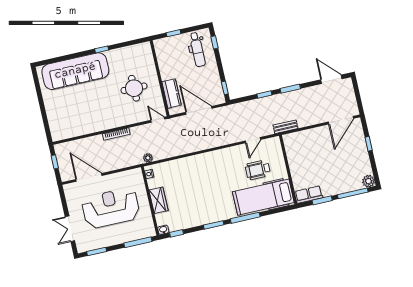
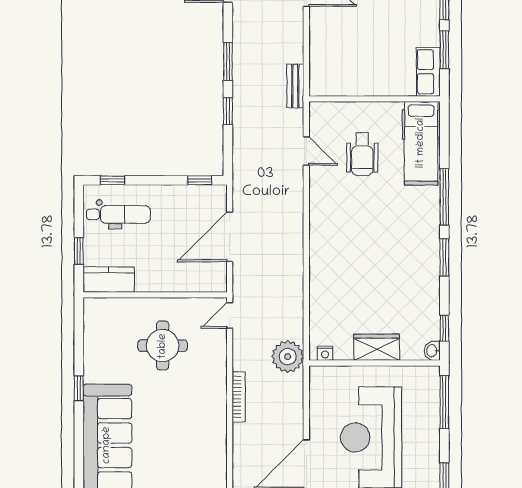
kitchen counter: (171, 93) -> (109, 280), moved
plant: (148, 158) -> (288, 357), width x1.88, depth x1.88
hospital bed: (263, 197) -> (421, 143), width x0.73, depth x0.78

